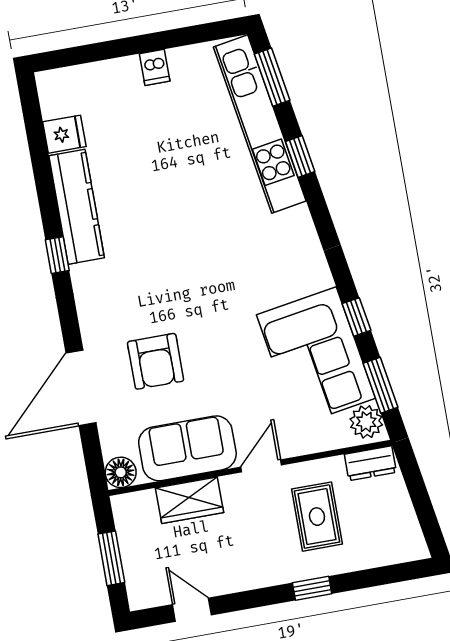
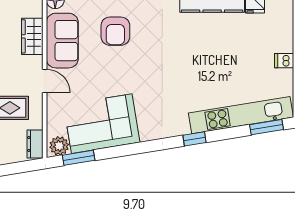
window: (300, 156) -> (194, 139), moved
window: (356, 317) -> (120, 151), removed
armchair: (156, 361) -> (115, 31), turned -90

